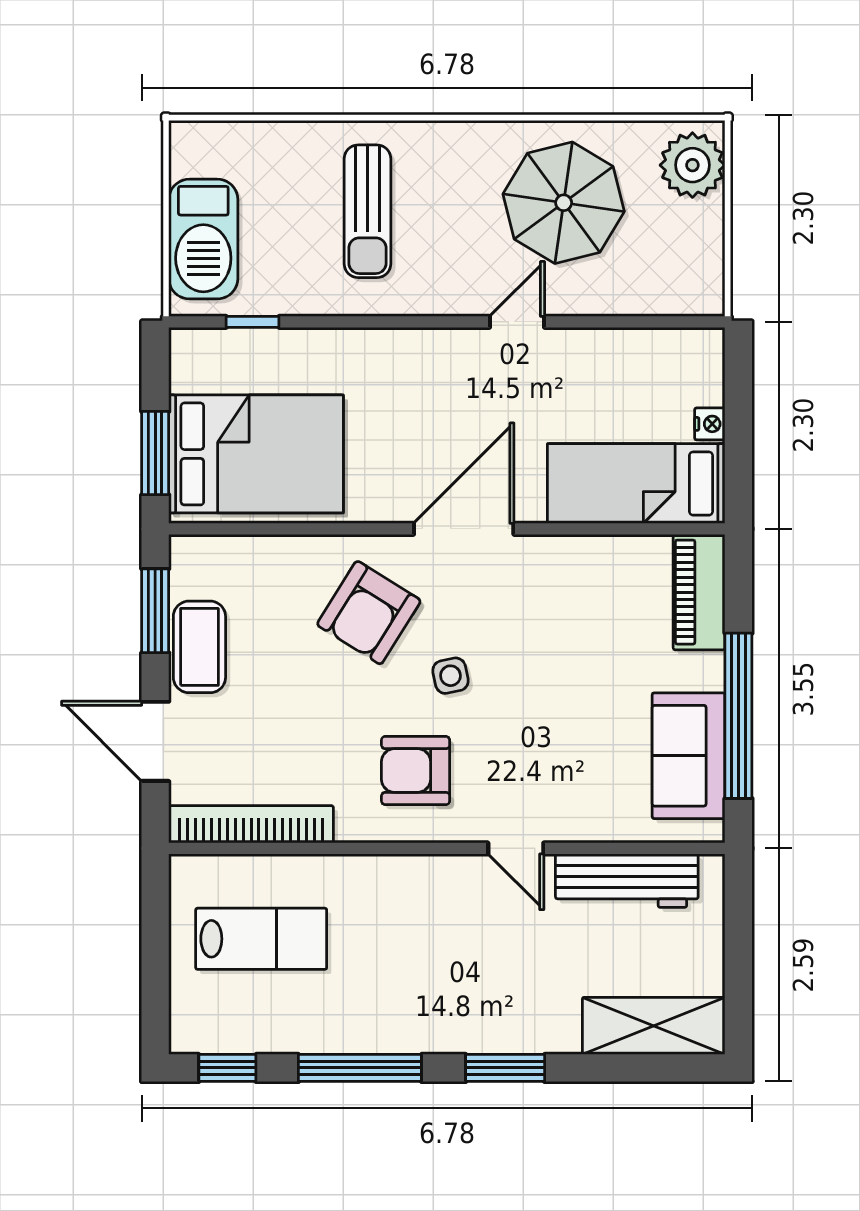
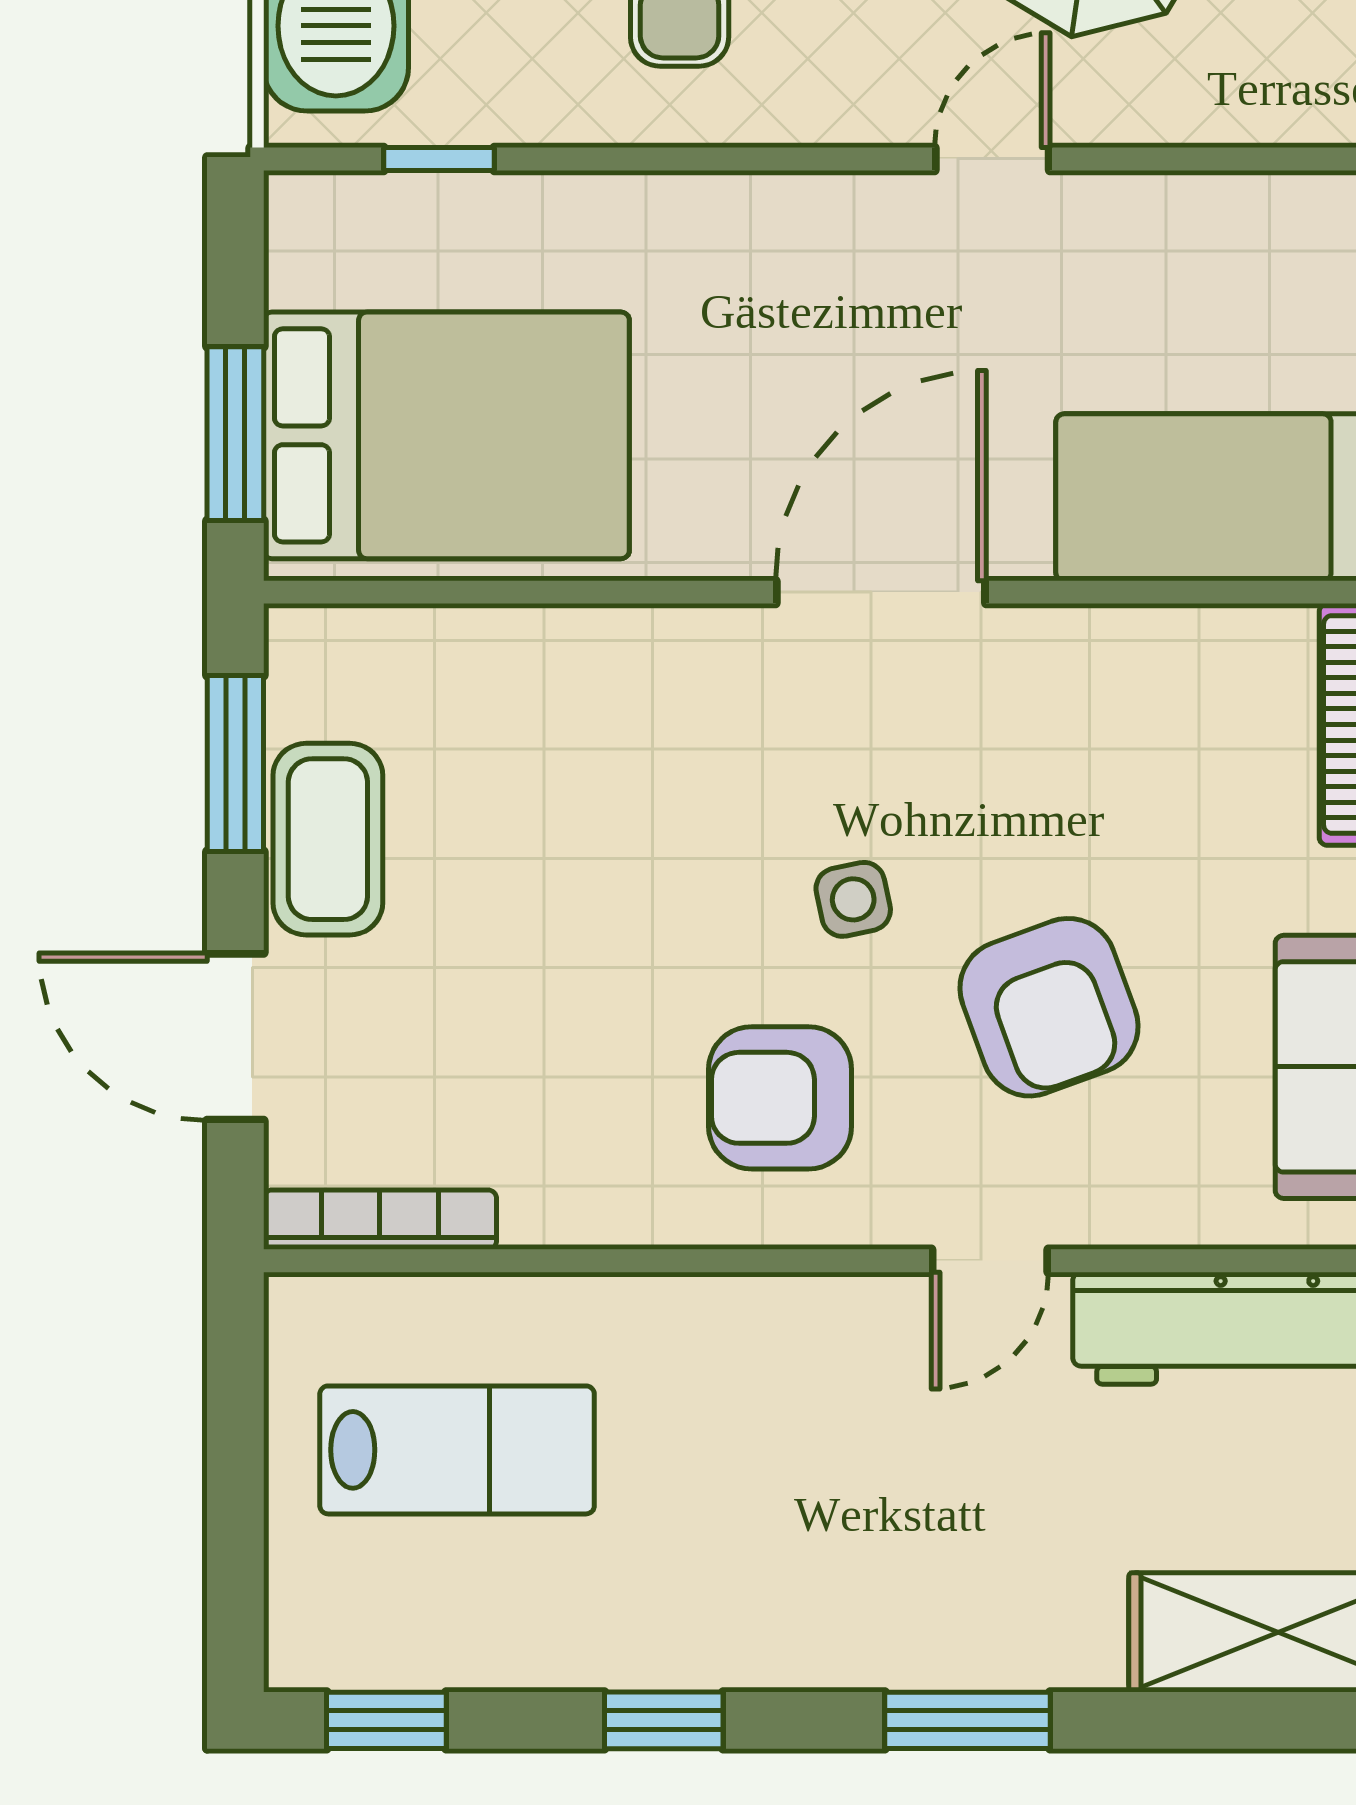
armchair: (369, 613) -> (1049, 1007), moved, turned -52
bookcase: (251, 824) -> (380, 1220), width x0.68, depth x0.76
door: (516, 848) -> (990, 1261), hinge flipped
window: (360, 1068) -> (664, 1720), width x0.46

